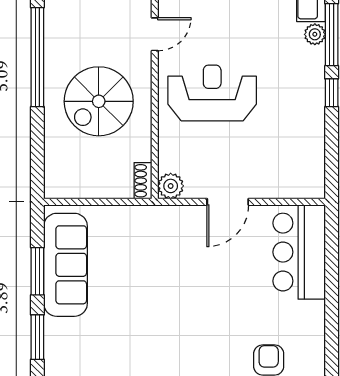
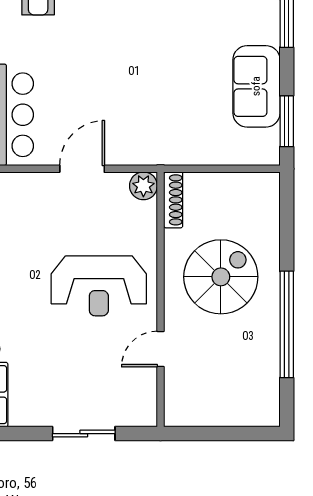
shoe rack: (143, 181) -> (173, 200), width x1.43
sofa: (66, 265) -> (256, 86), width x0.73
window: (37, 271) -> (287, 121), moved

